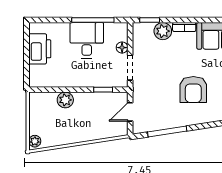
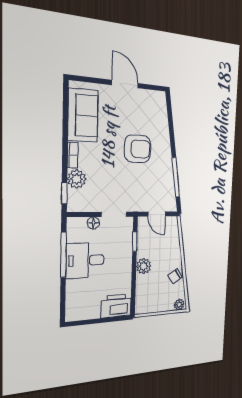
printer: (40, 49) -> (116, 306), moved
plant: (65, 100) -> (144, 266), moved
chair: (65, 135) -> (175, 276), added

